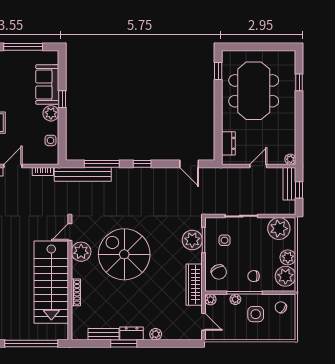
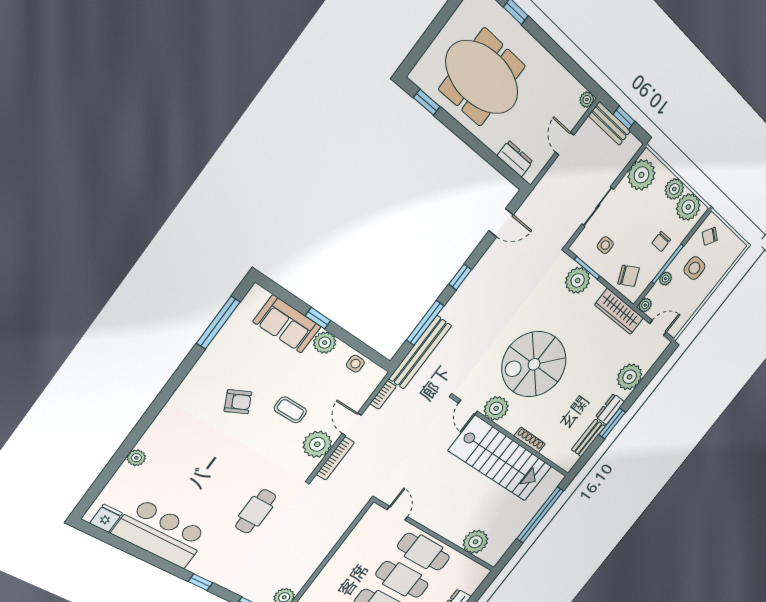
plant: (156, 334) -> (630, 377), width x1.88, depth x1.88

